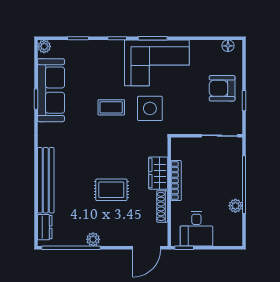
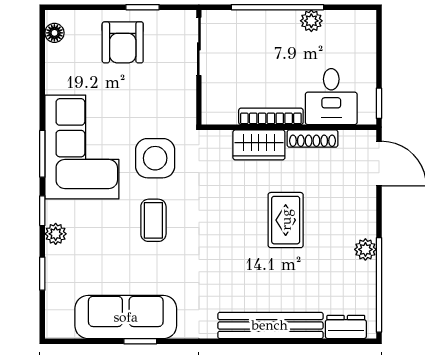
plant: (44, 46) -> (56, 234), moved
desk: (196, 229) -> (331, 97), moved, turned 90

